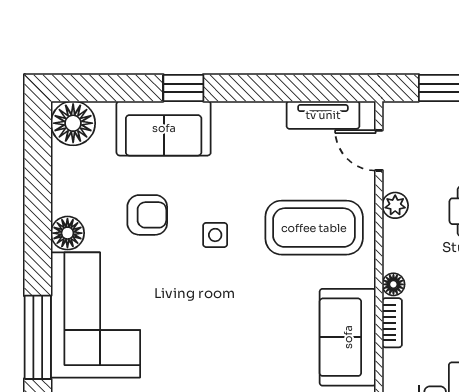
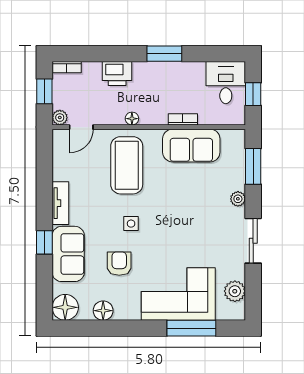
tv unit: (323, 115) -> (60, 203), moved
plant: (395, 205) -> (60, 118), moved
floor lamp: (67, 233) -> (103, 311), moved
floor lamp: (393, 284) -> (132, 119), moved

